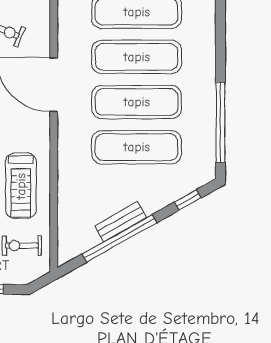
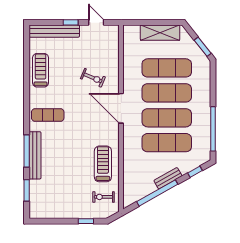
treadmill: (21, 186) -> (103, 164), turned 180
bench: (121, 222) -> (168, 178), moved

